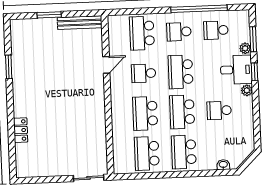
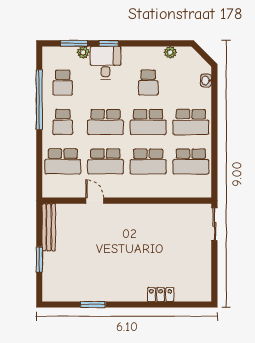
school desk: (144, 73) -> (105, 161), width x1.85
plant: (247, 90) -> (170, 52), moved

